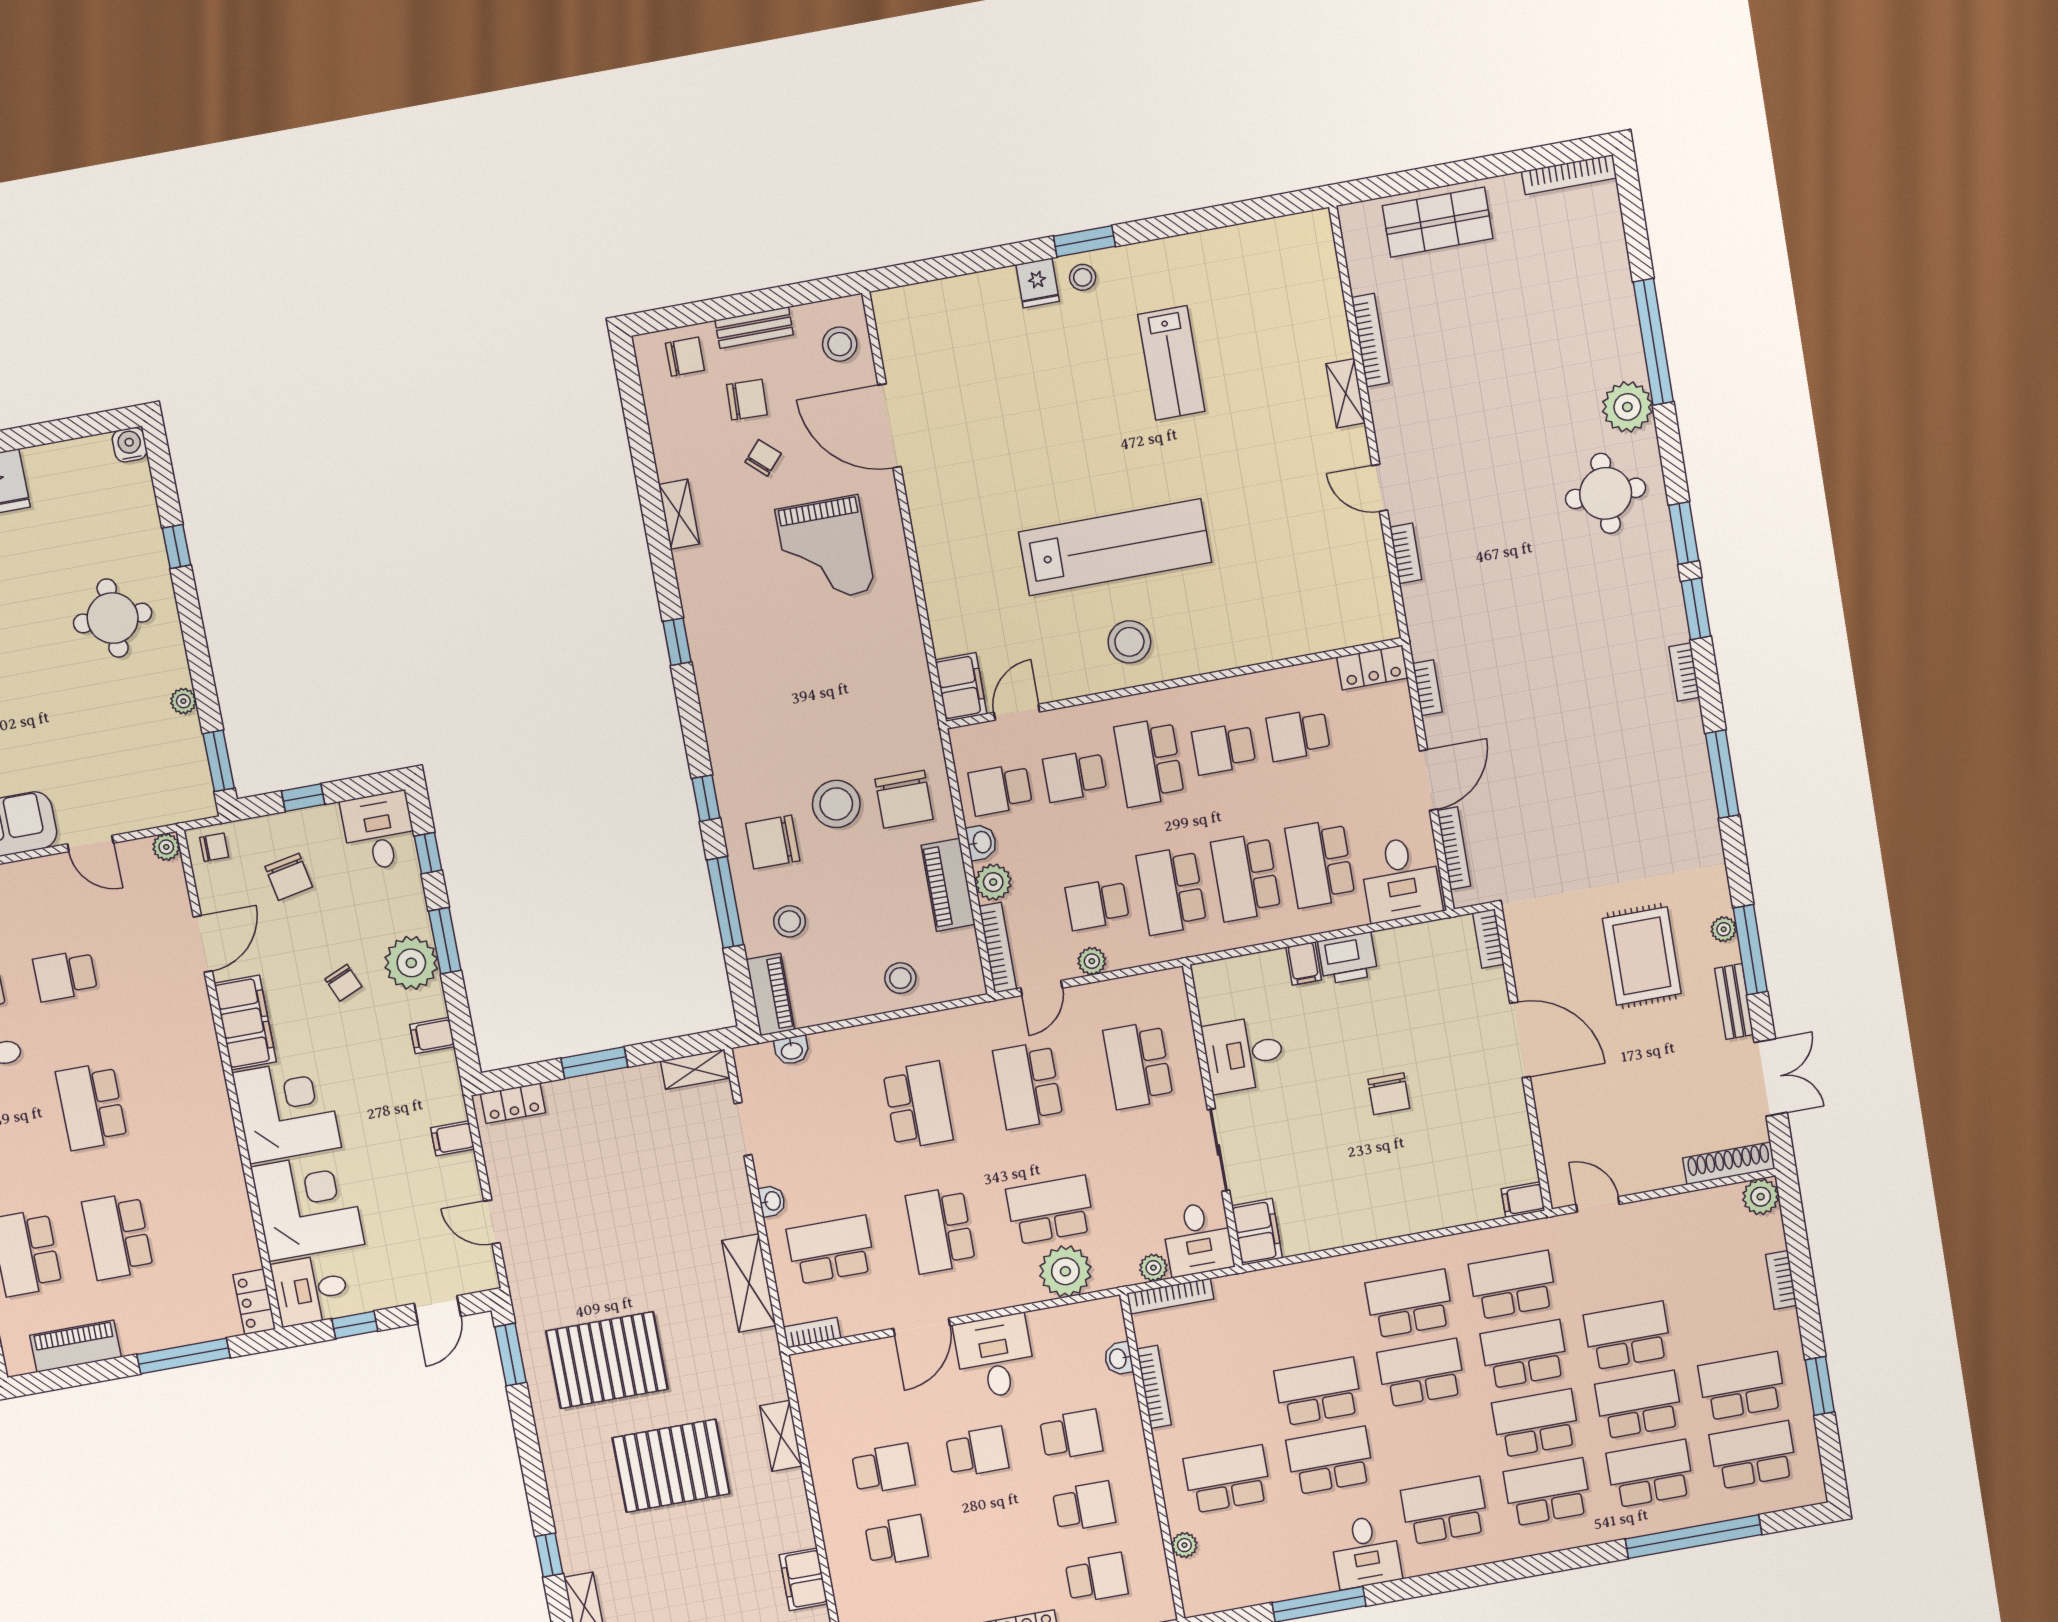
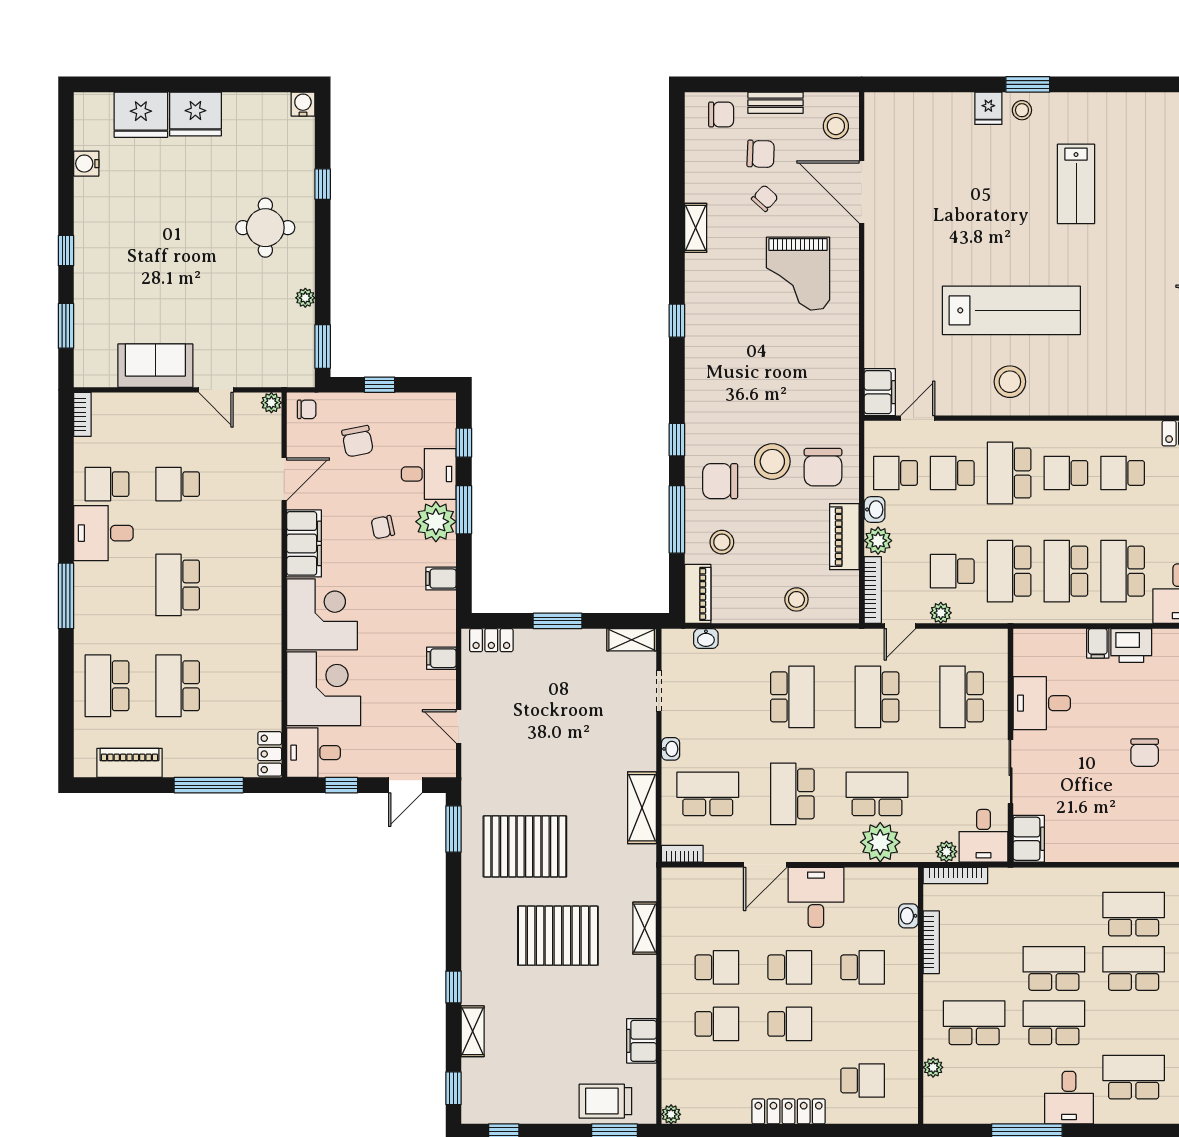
desk: (379, 831) -> (429, 474), moved, turned 90
chair: (343, 983) -> (383, 527), turned 101
school desk: (1084, 1506) -> (790, 1024), moved

